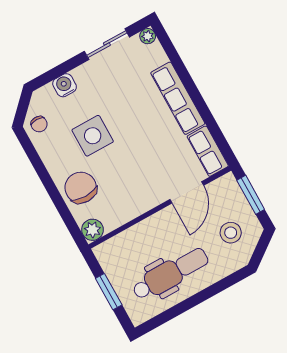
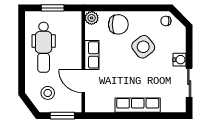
plant: (148, 36) -> (181, 107), removed
water cooler: (65, 85) -> (179, 60), moved
side table: (93, 136) -> (143, 47), turned -38
row of seats: (208, 151) -> (92, 55), moved, turned 90

